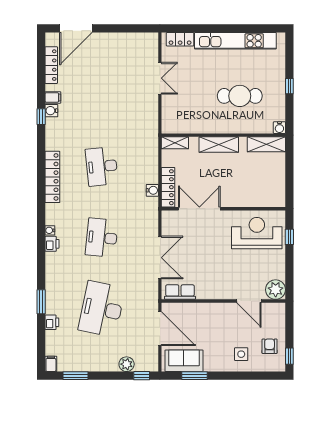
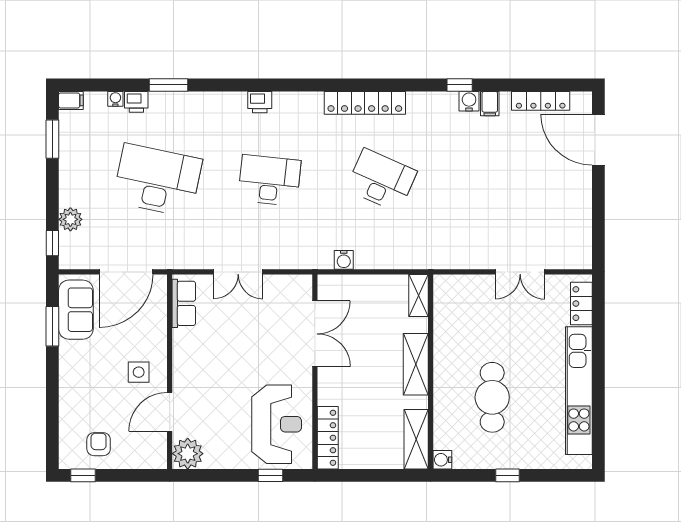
desk: (102, 166) -> (381, 180), turned 30
locker: (168, 187) -> (328, 438), moved, turned -90
water cooler: (50, 230) -> (115, 99), moved
double door: (160, 258) -> (238, 272), width x0.73
armchair: (270, 346) -> (99, 444), turned -90
side table: (241, 354) -> (139, 372), moved

